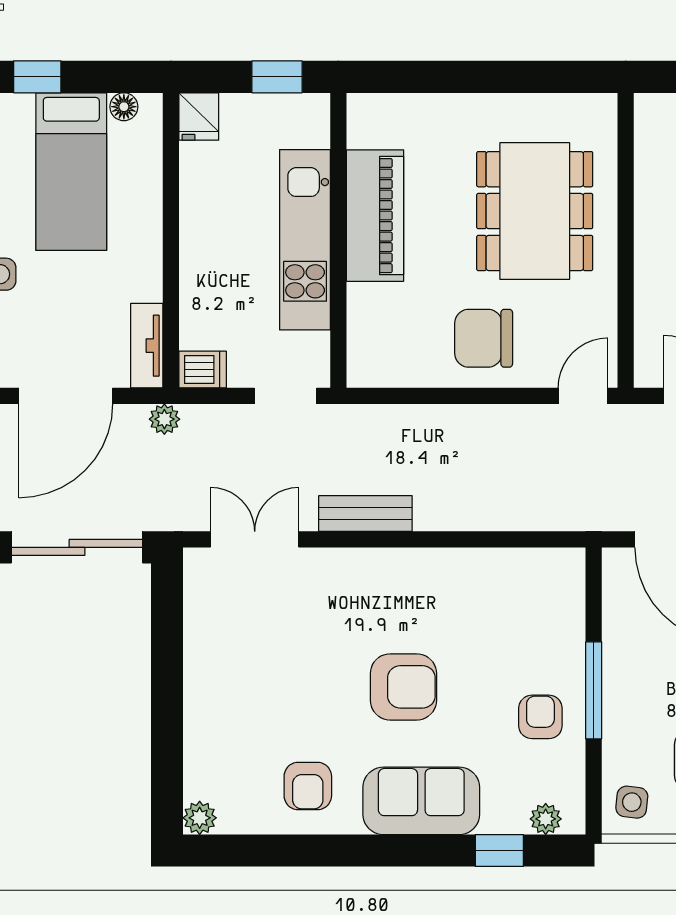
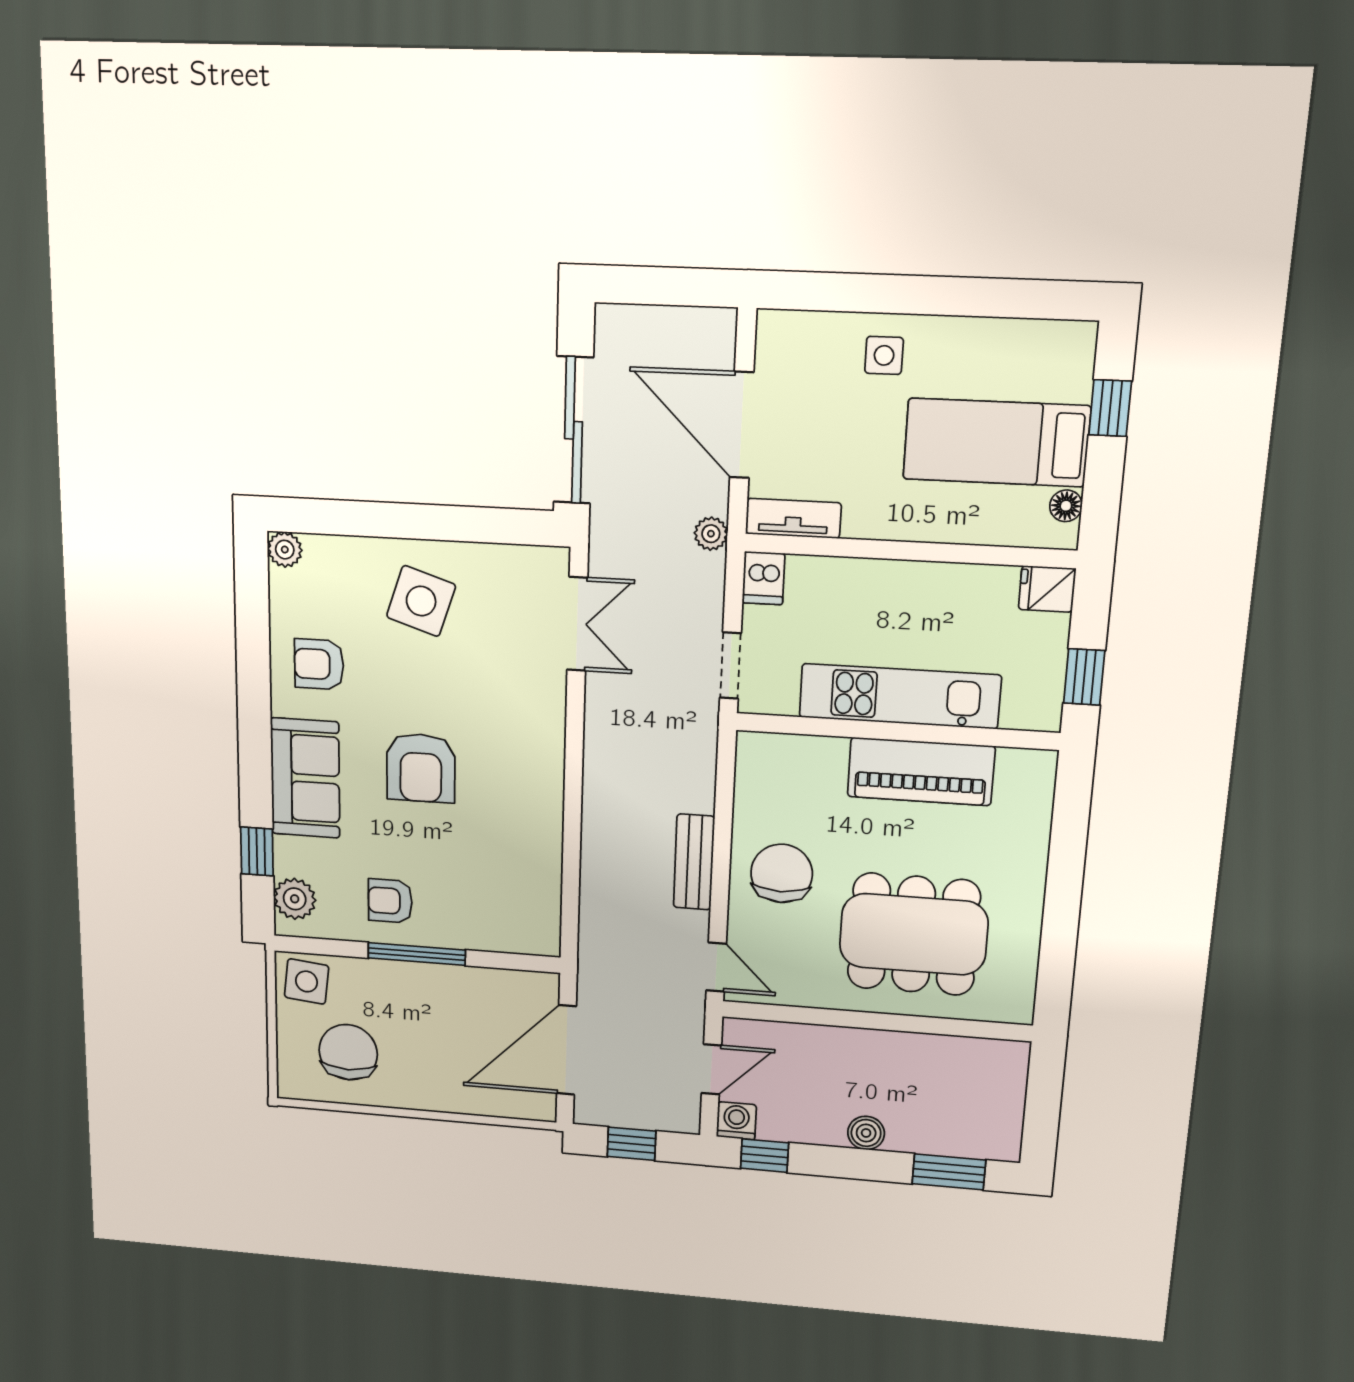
bench: (365, 514) -> (694, 862), moved
side table: (241, 687) -> (421, 601), added
armchair: (540, 717) -> (390, 901), turned 180
side table: (632, 802) -> (307, 981), width x1.37, depth x1.37
plant: (546, 819) -> (295, 899), width x1.38, depth x1.38

